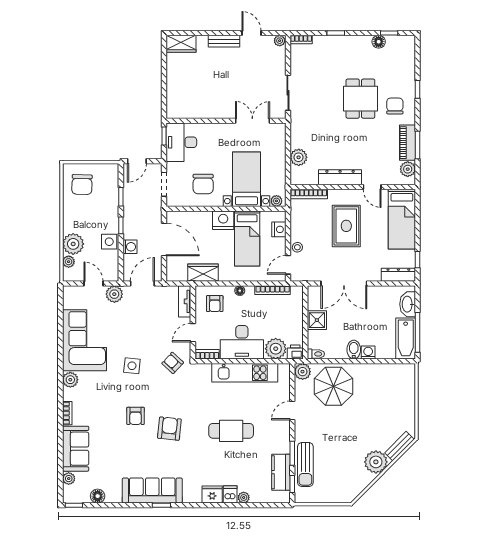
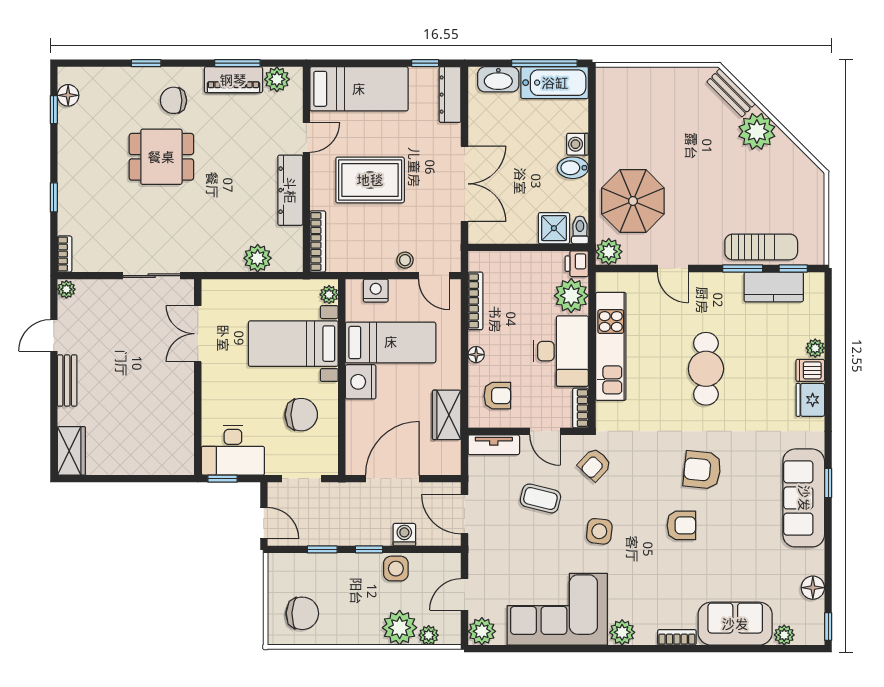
floor lamp: (379, 42) -> (68, 95), moved
plant: (114, 294) -> (482, 631), moved
shower: (317, 320) -> (554, 228), moved
coffee table: (152, 330) -> (540, 498), added

